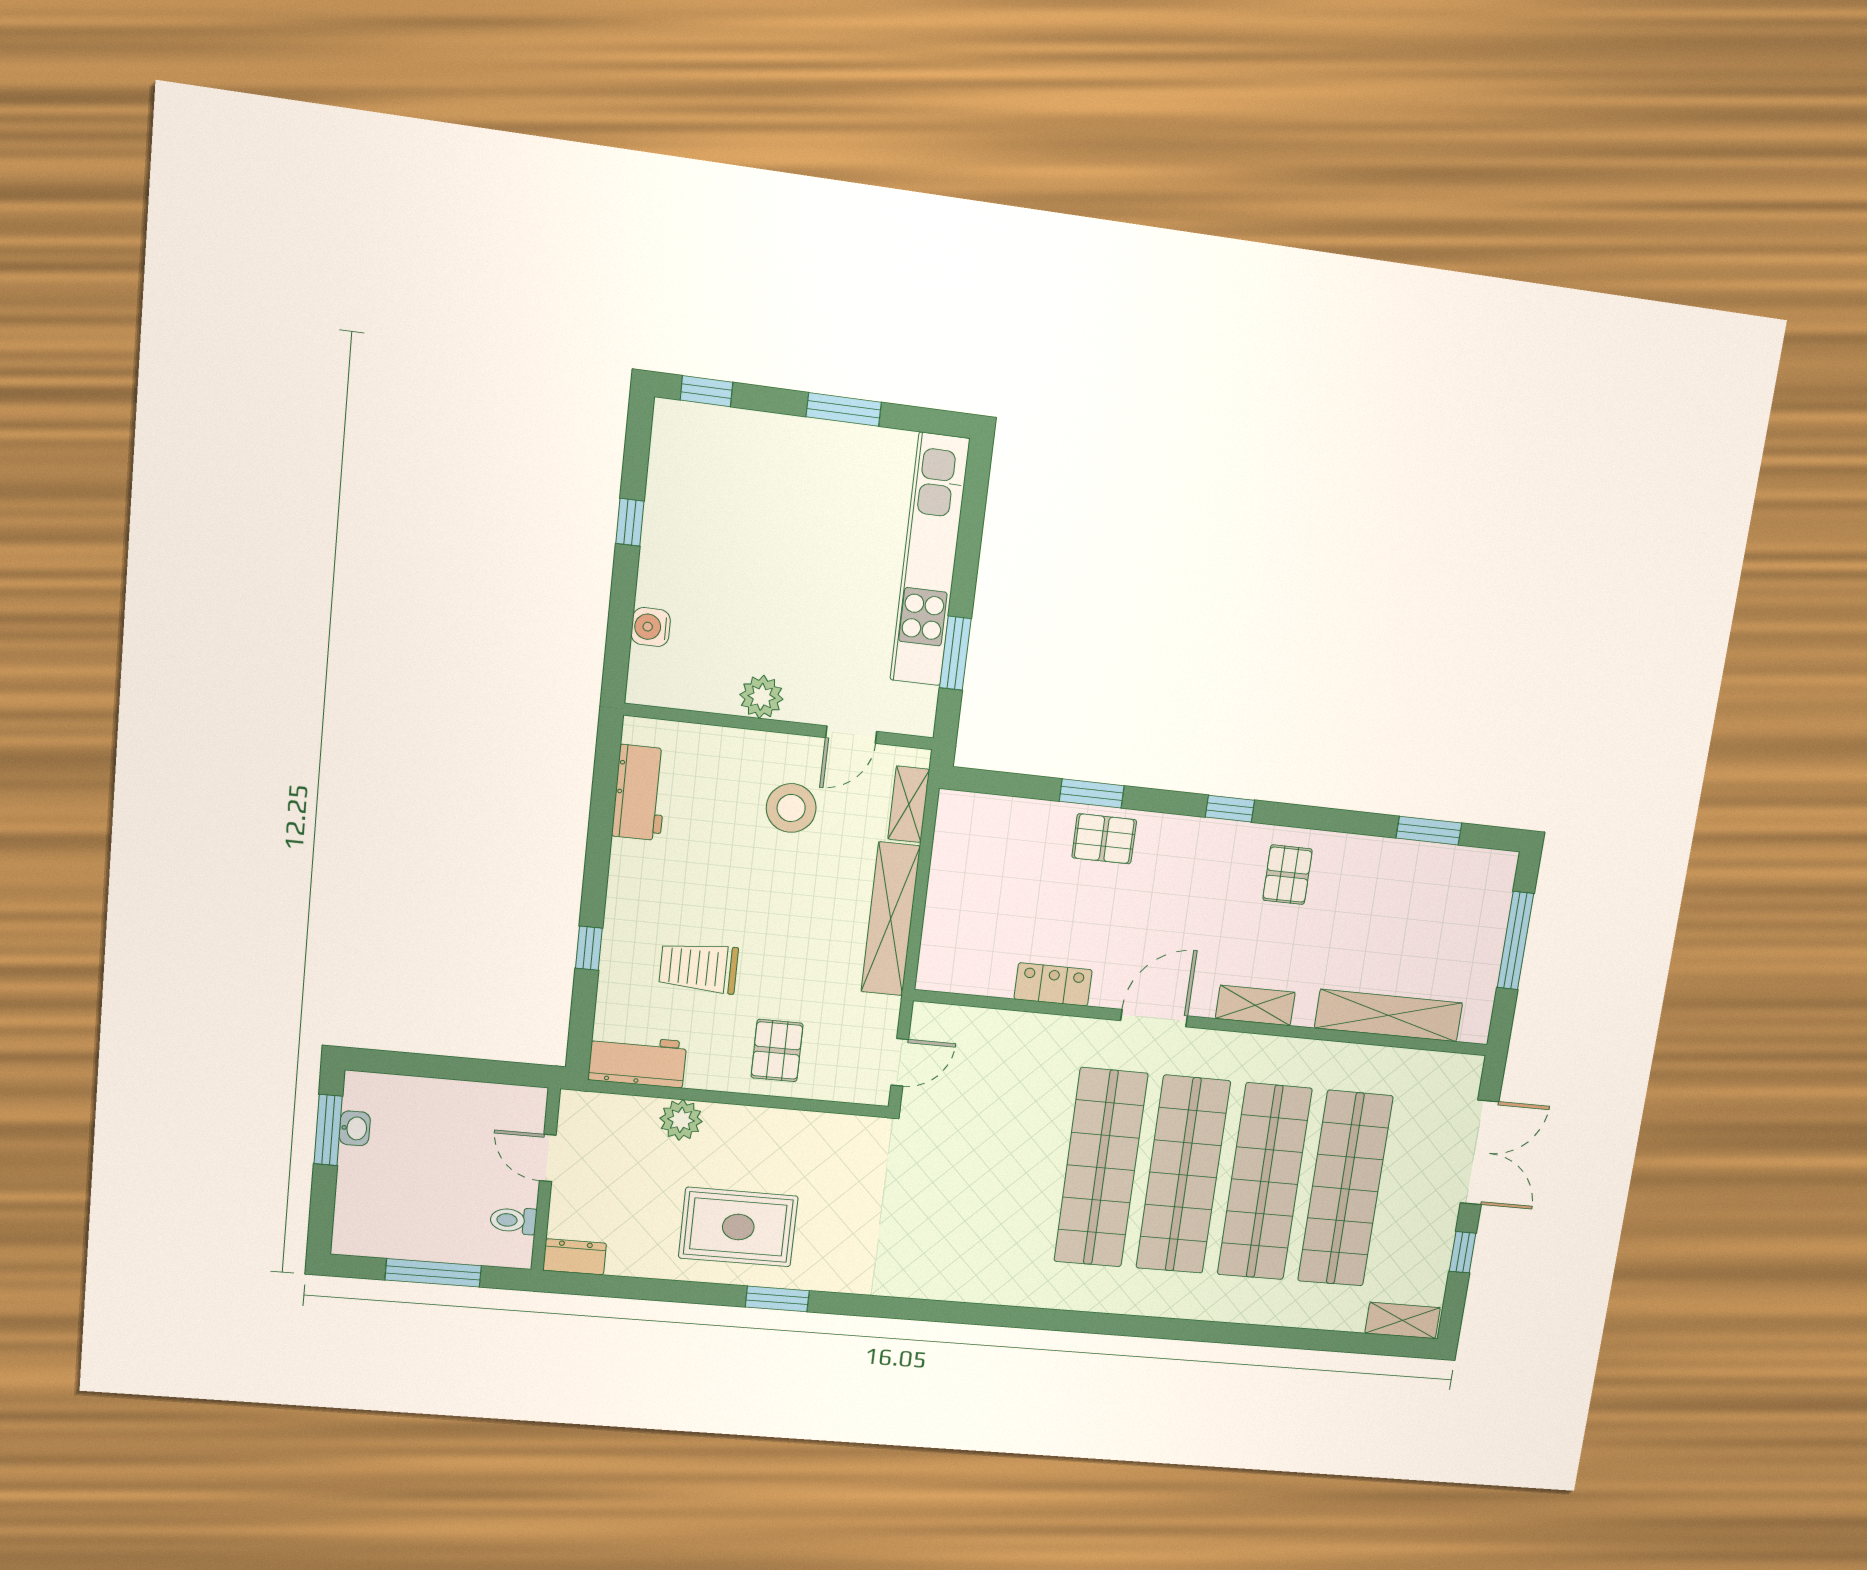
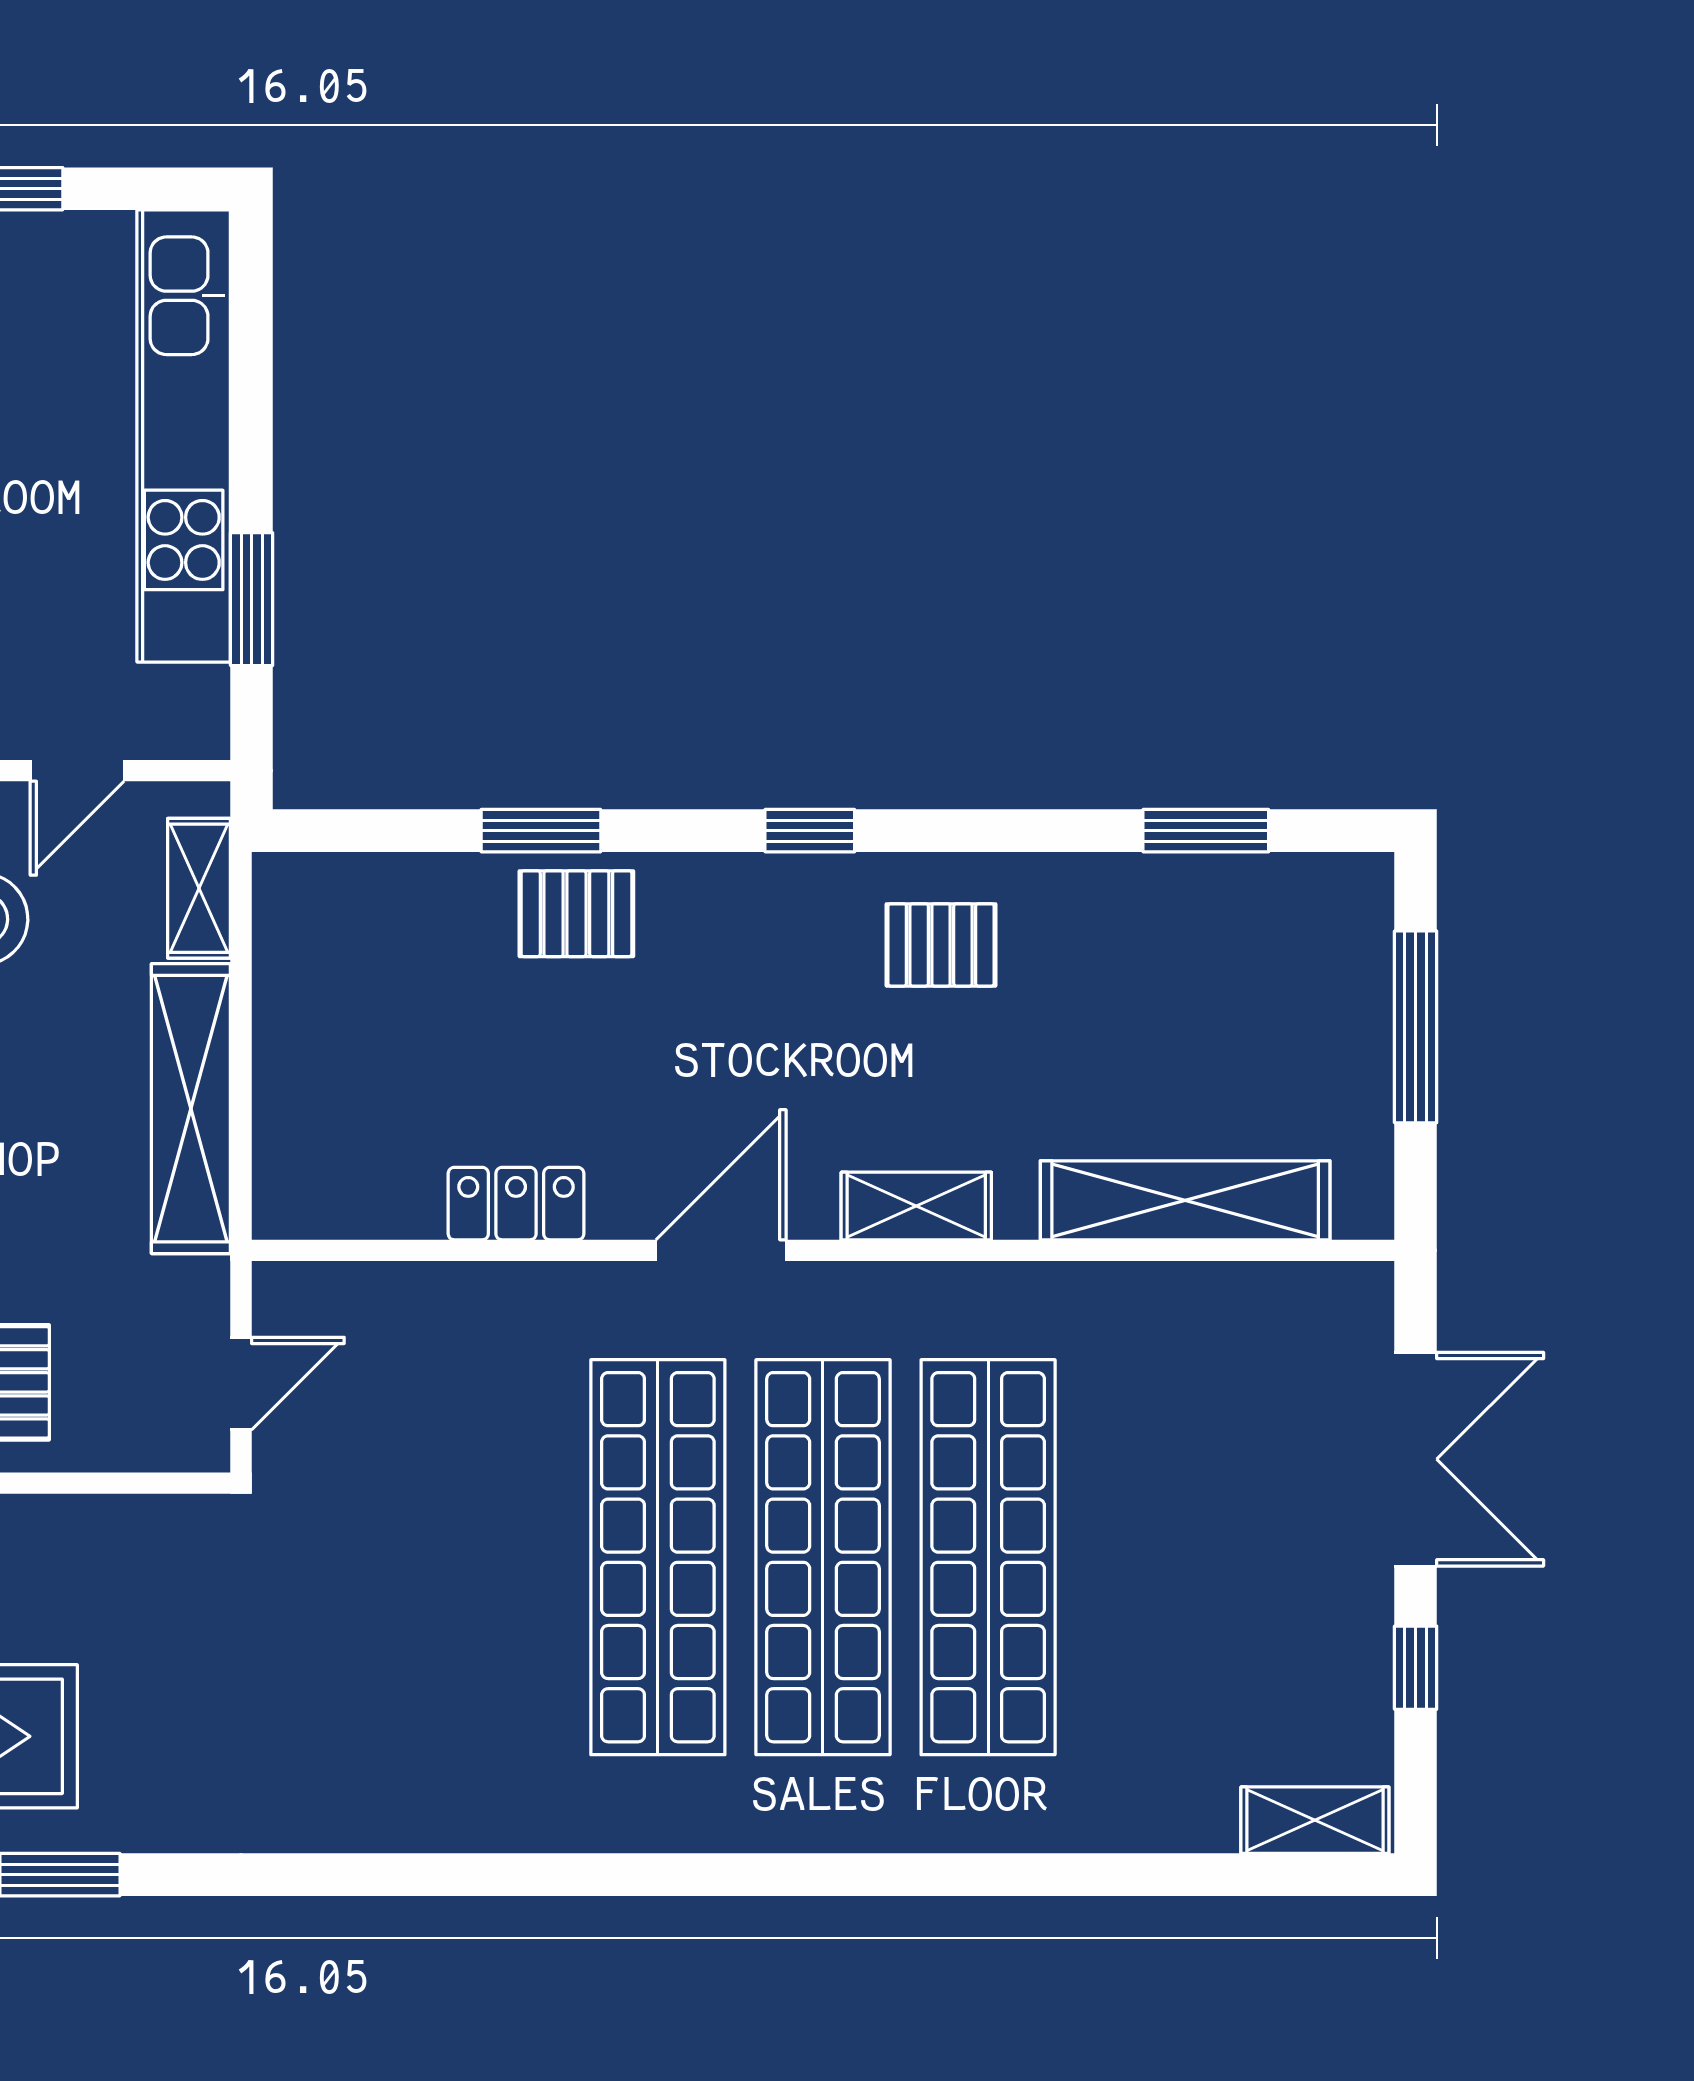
pallet: (1287, 875) -> (941, 945), turned 90
shop shelf: (1345, 1189) -> (1153, 1557), removed

